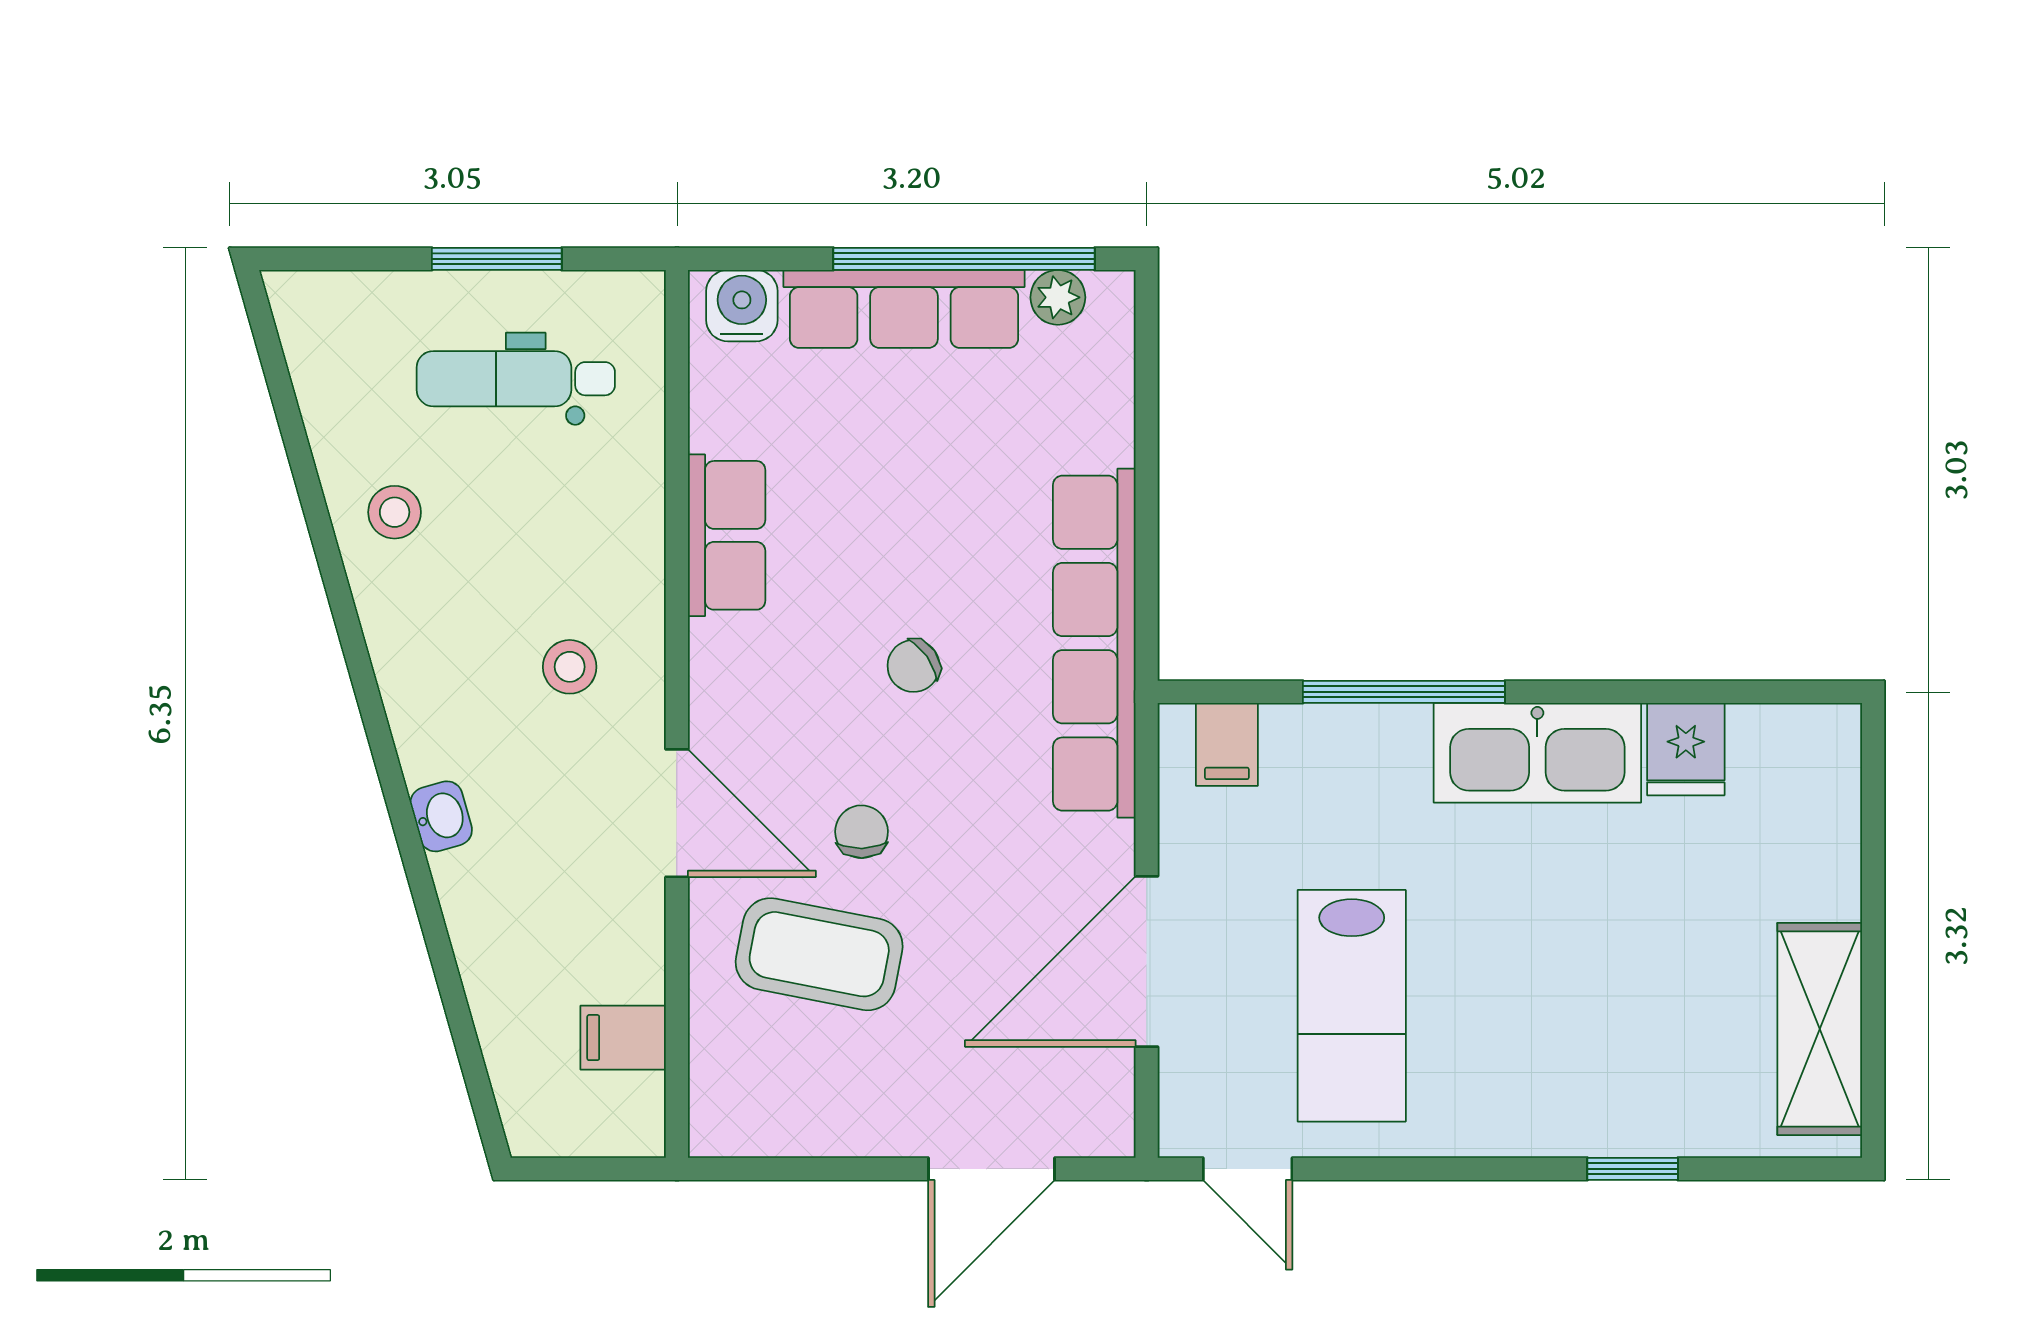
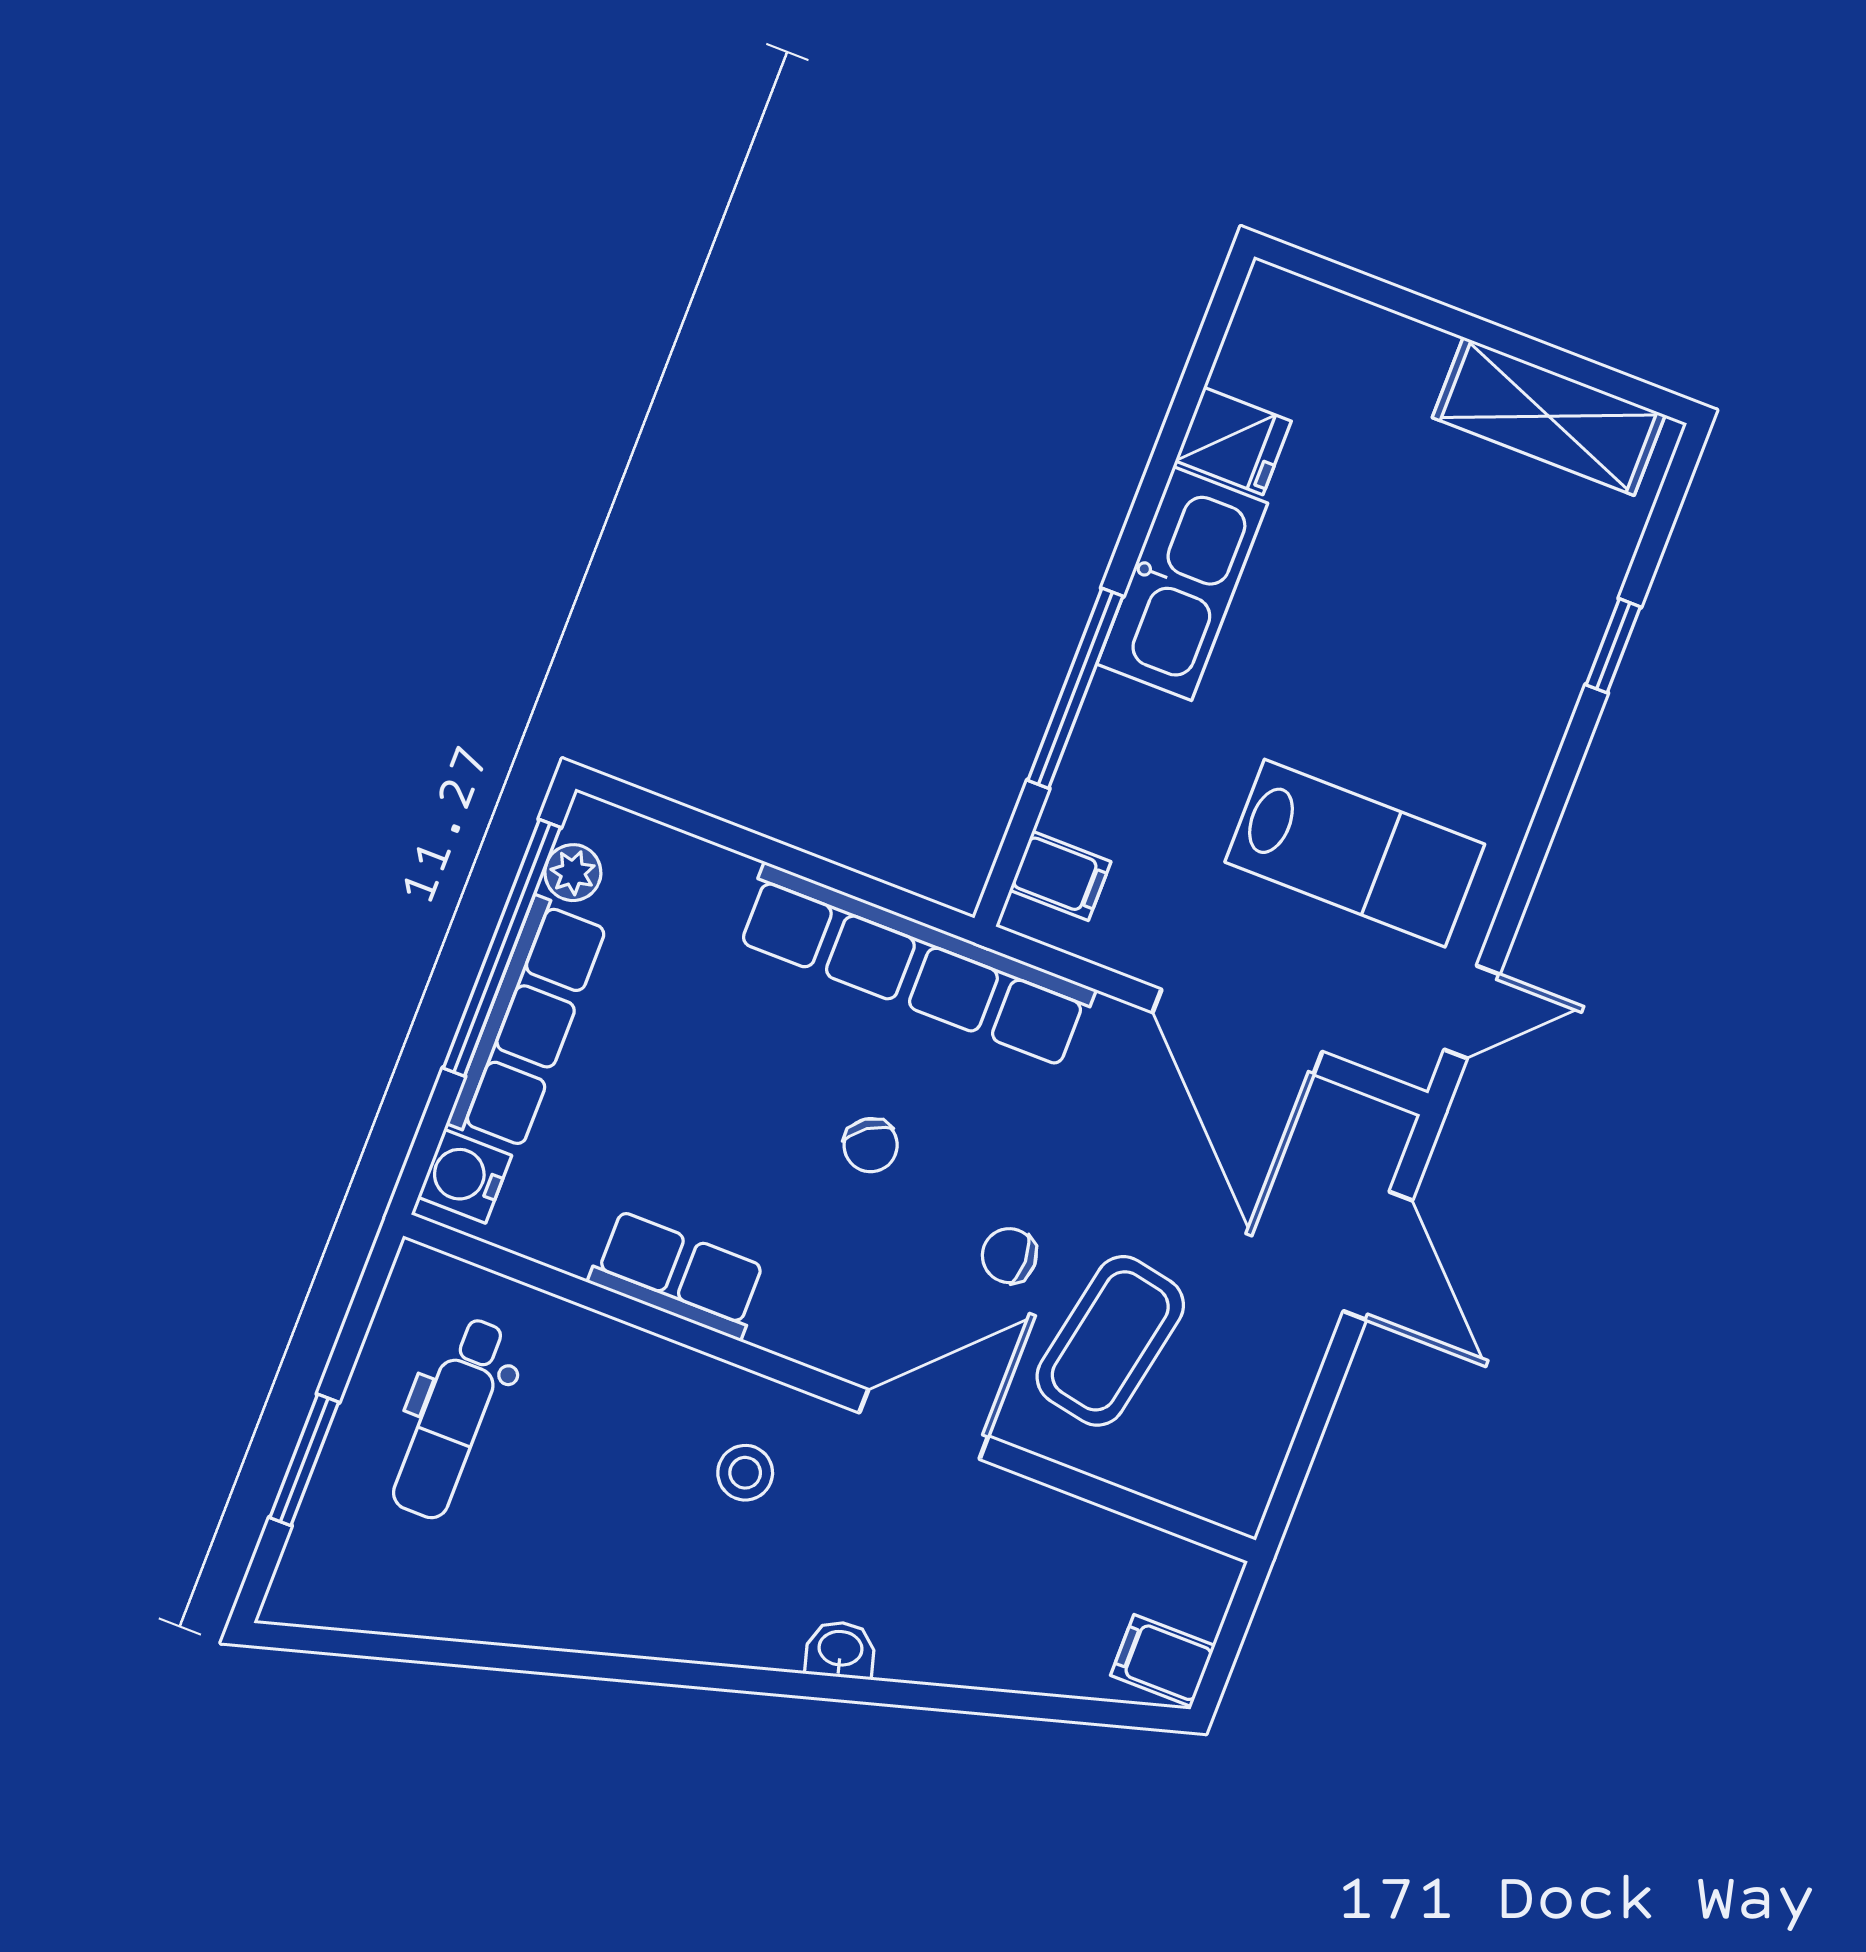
window: (497, 259) -> (304, 1460), moved
stool: (395, 512) -> (534, 1583), removed
filing cabinet: (623, 1038) -> (1163, 1661), moved, turned 90

